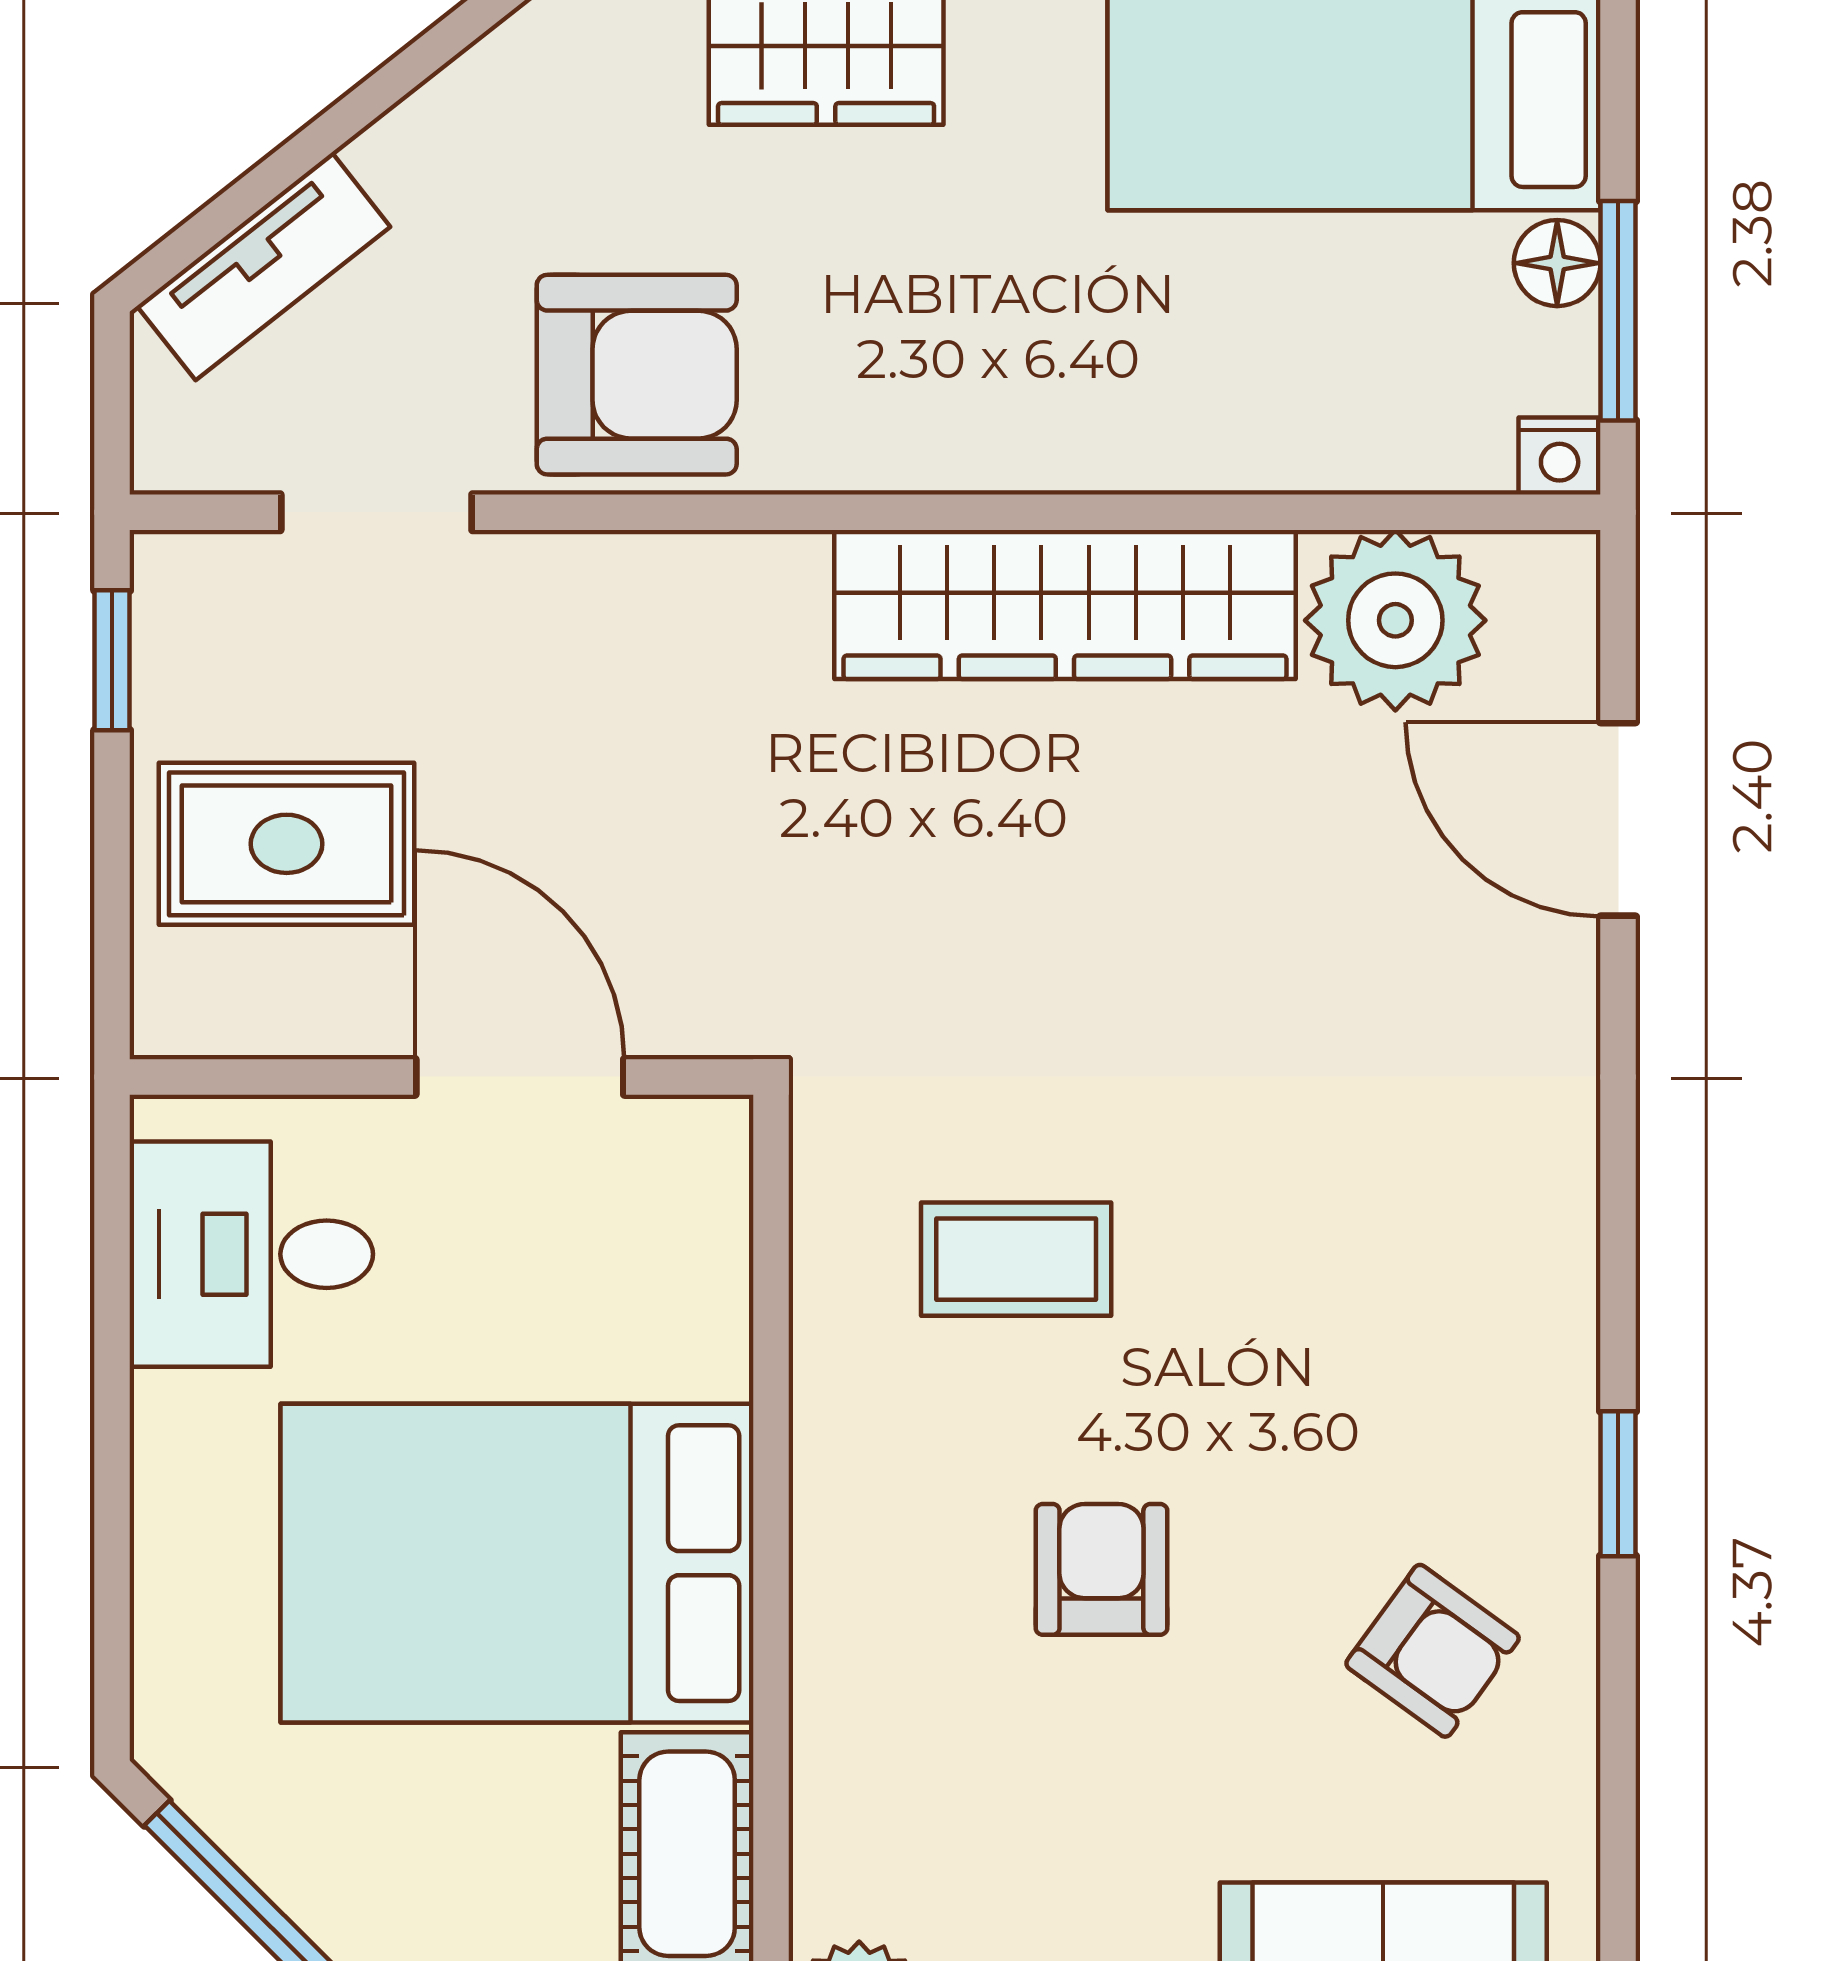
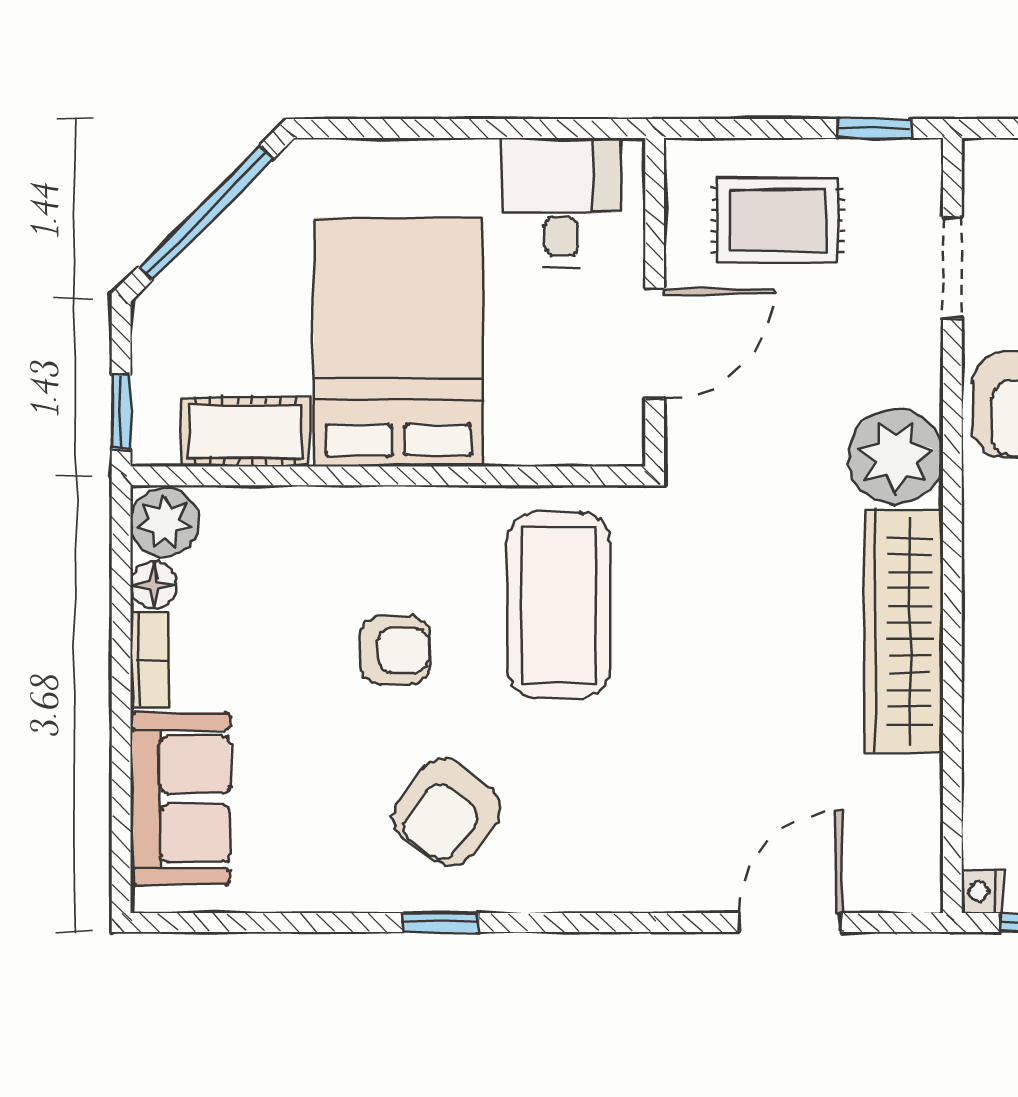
plant: (1395, 620) -> (895, 457), moved
rug: (287, 844) -> (778, 220), turned 90
coffee table: (1016, 1259) -> (559, 605), width x1.86, depth x1.72
armchair: (1433, 1651) -> (447, 813), moved, width x1.38, depth x1.38

